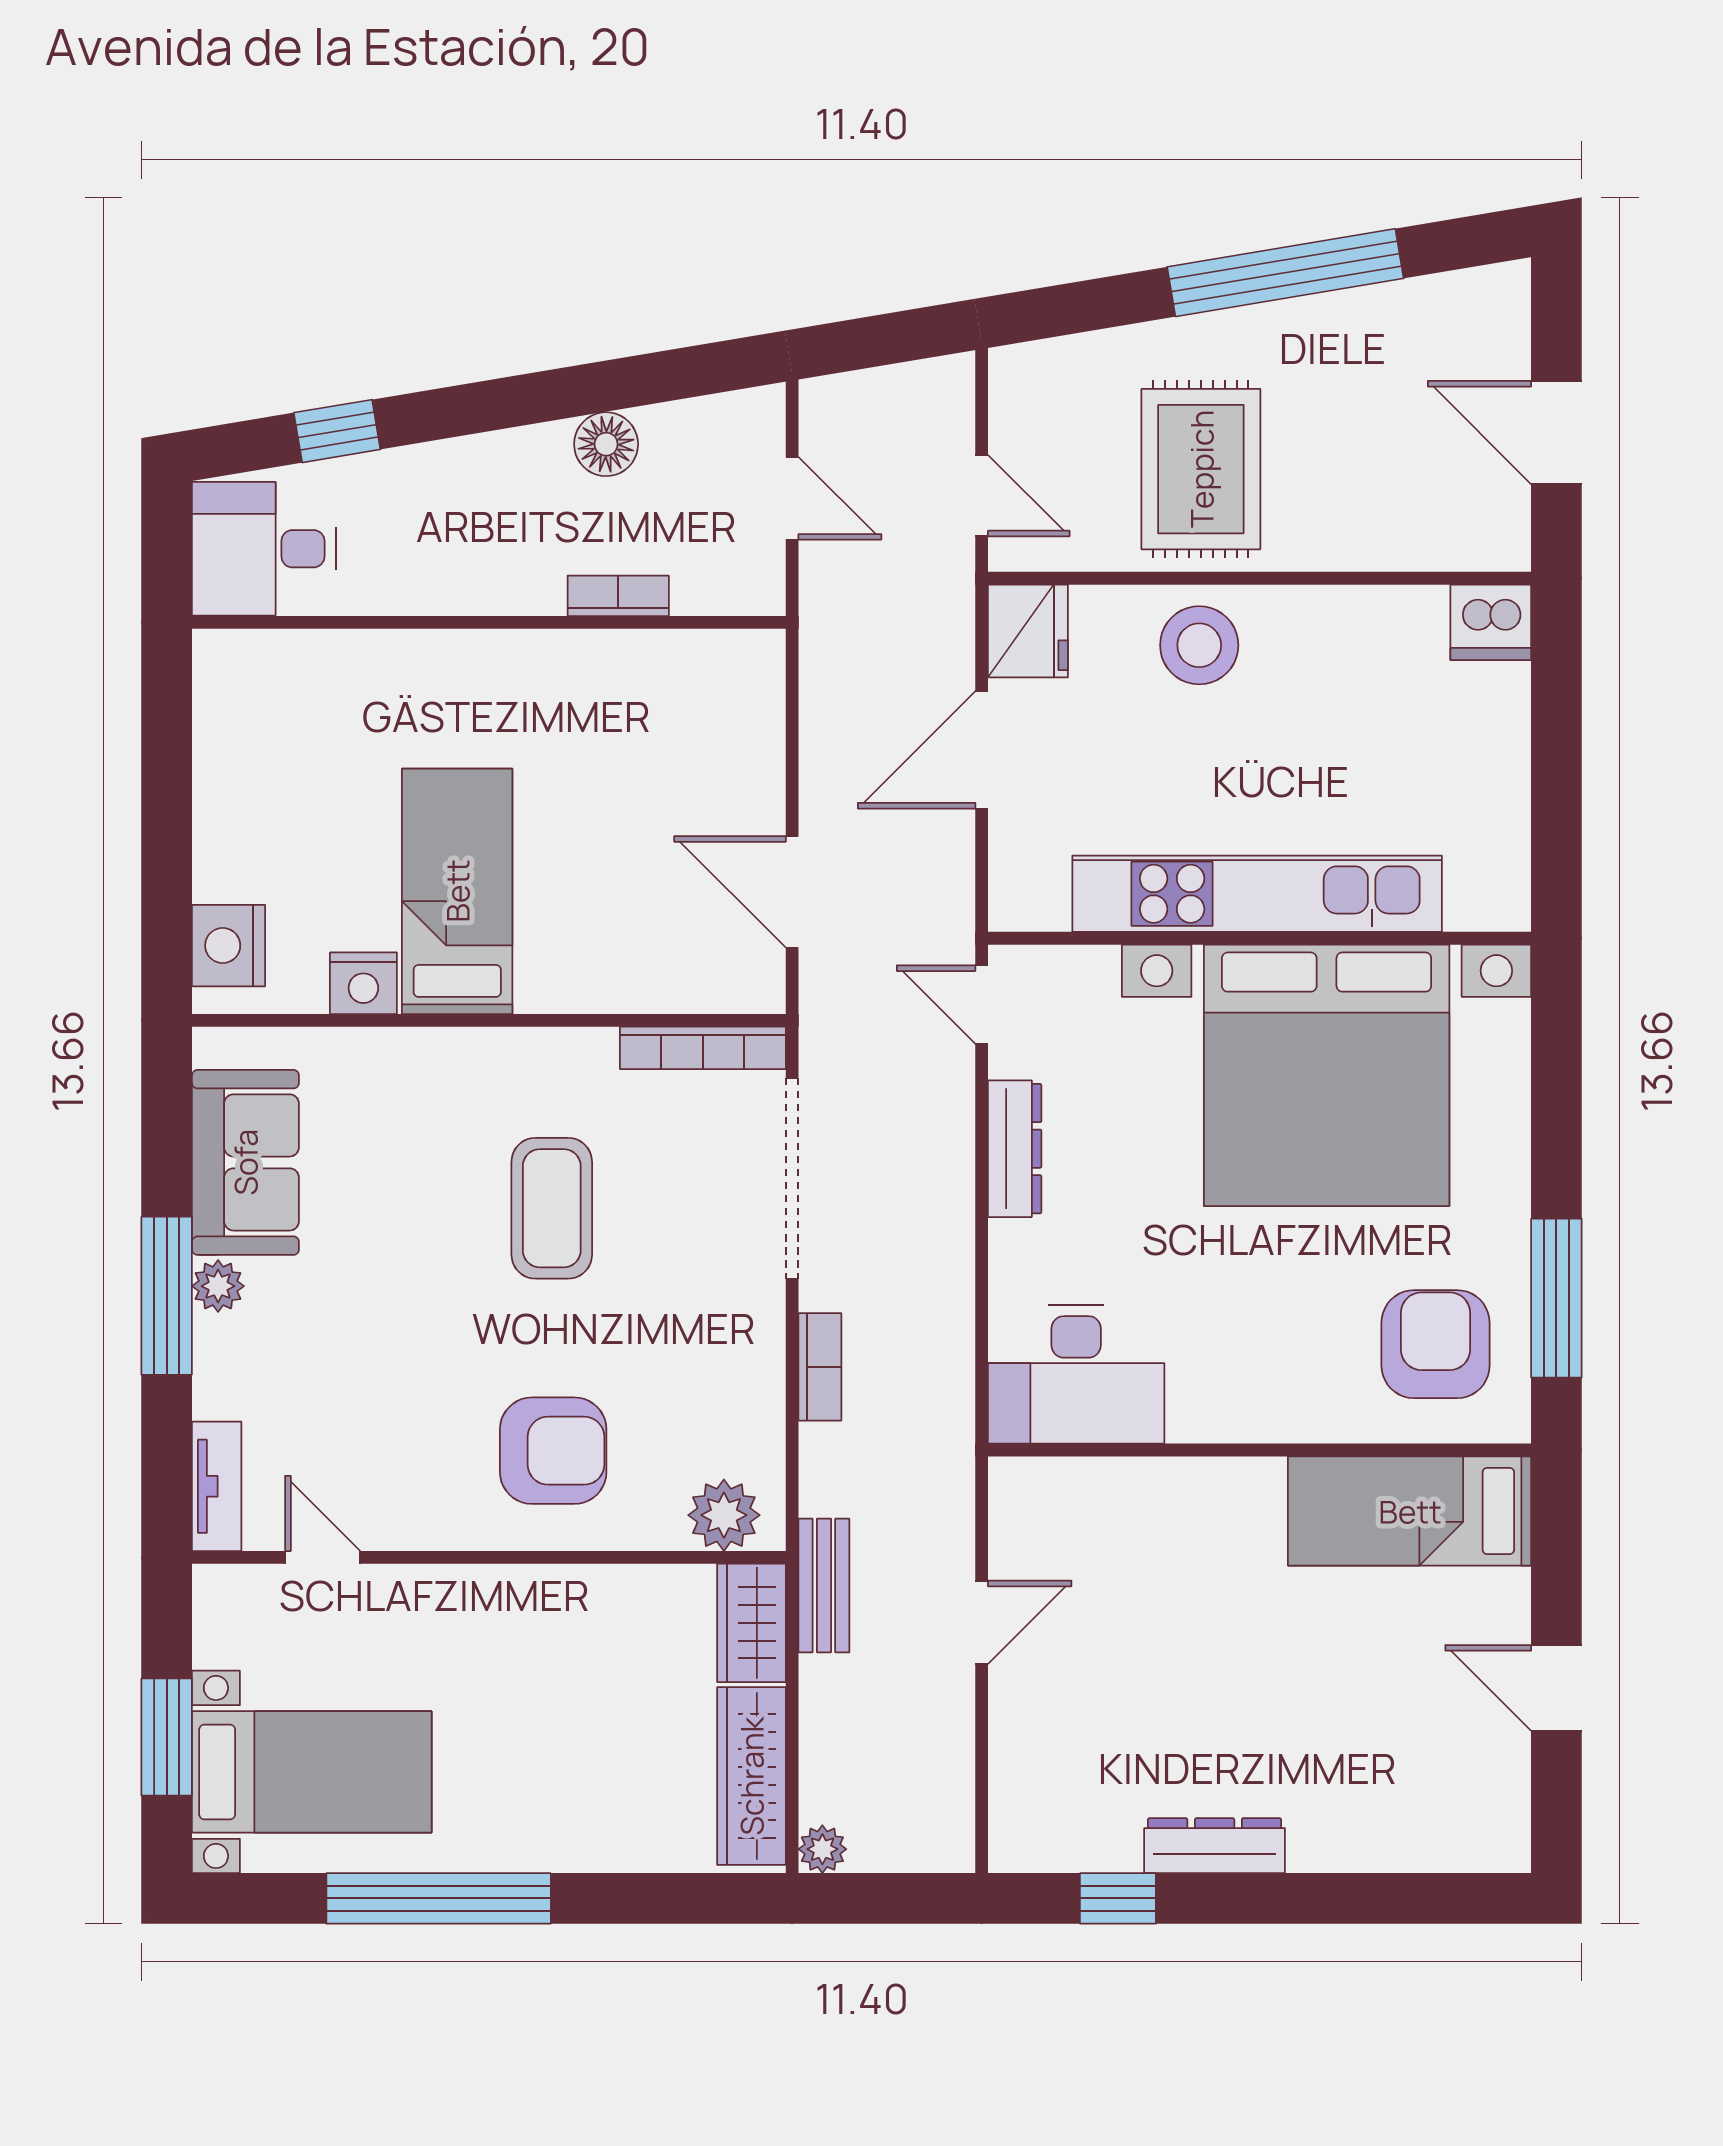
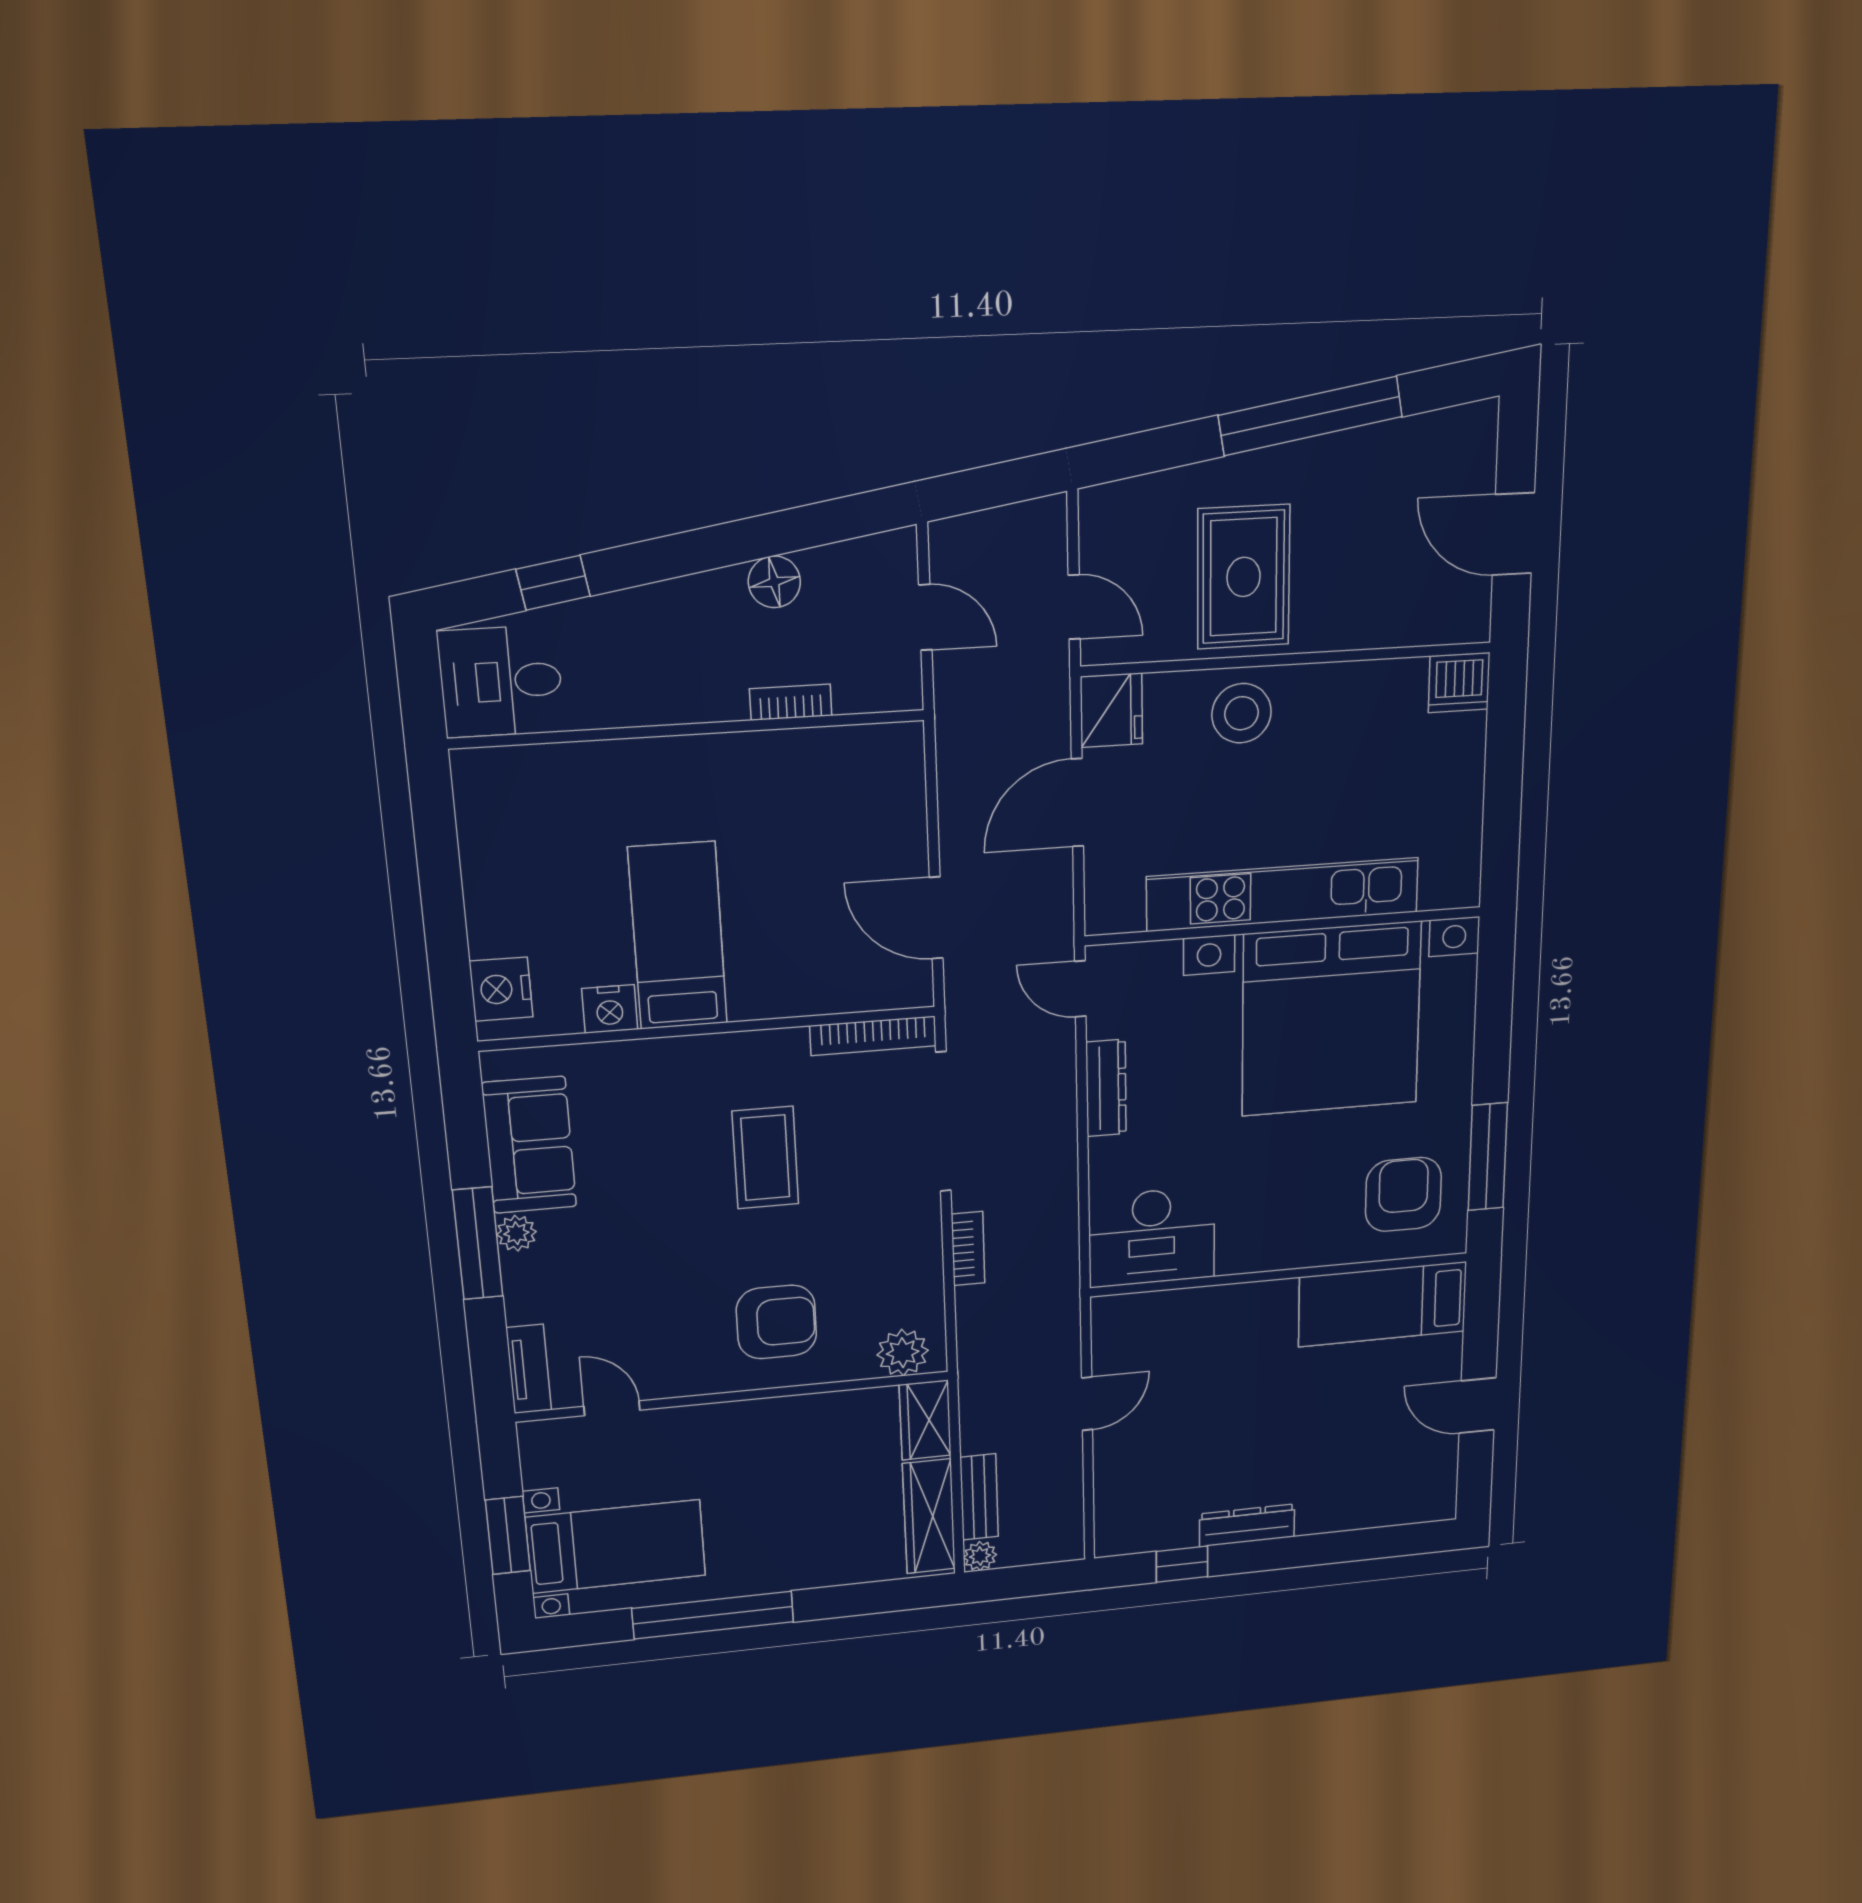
bench: (824, 1586) -> (979, 1497), moved

